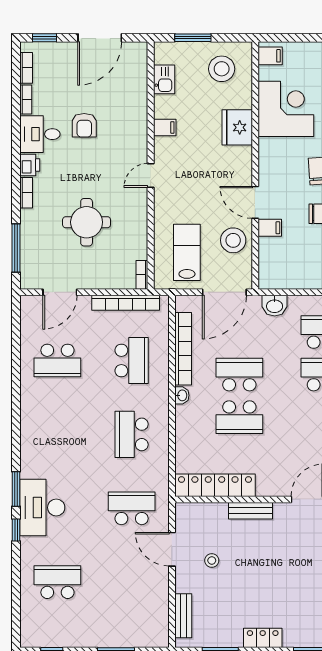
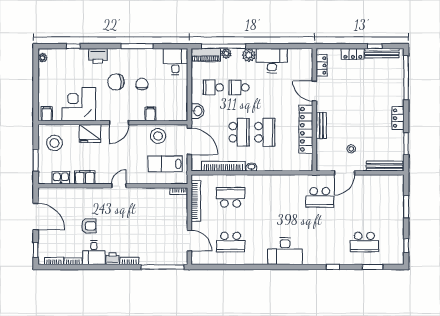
filing cabinet: (165, 127) -> (85, 177), width x2.00
door: (151, 175) -> (119, 186), swing flipped
door: (255, 202) -> (119, 123), moved
round table: (87, 222) -> (147, 224), removed
window: (16, 248) -> (163, 267), width x1.46
school desk: (57, 361) -> (231, 242), turned 90
school desk: (239, 375) -> (239, 132), turned 180
school desk: (132, 434) -> (275, 197), removed
locker: (215, 485) -> (306, 129), moved
window: (16, 489) -> (373, 267), moved
desk: (42, 508) -> (285, 251), moved
school desk: (132, 508) -> (320, 197), turned -90
school desk: (57, 582) -> (364, 242), turned -90
bench: (183, 616) -> (385, 166), width x1.36

